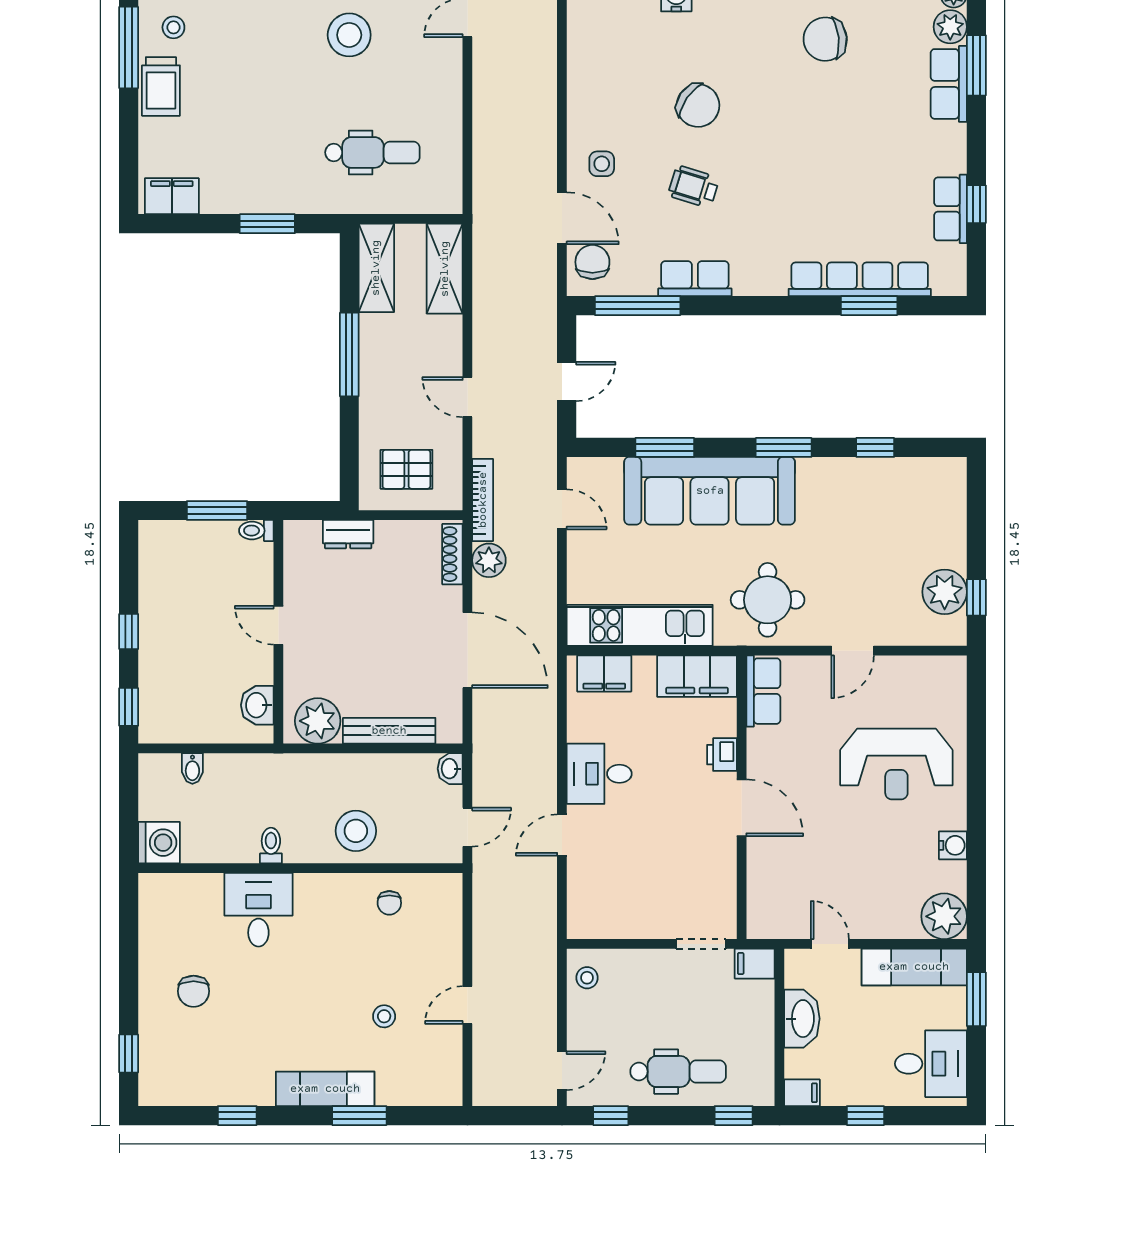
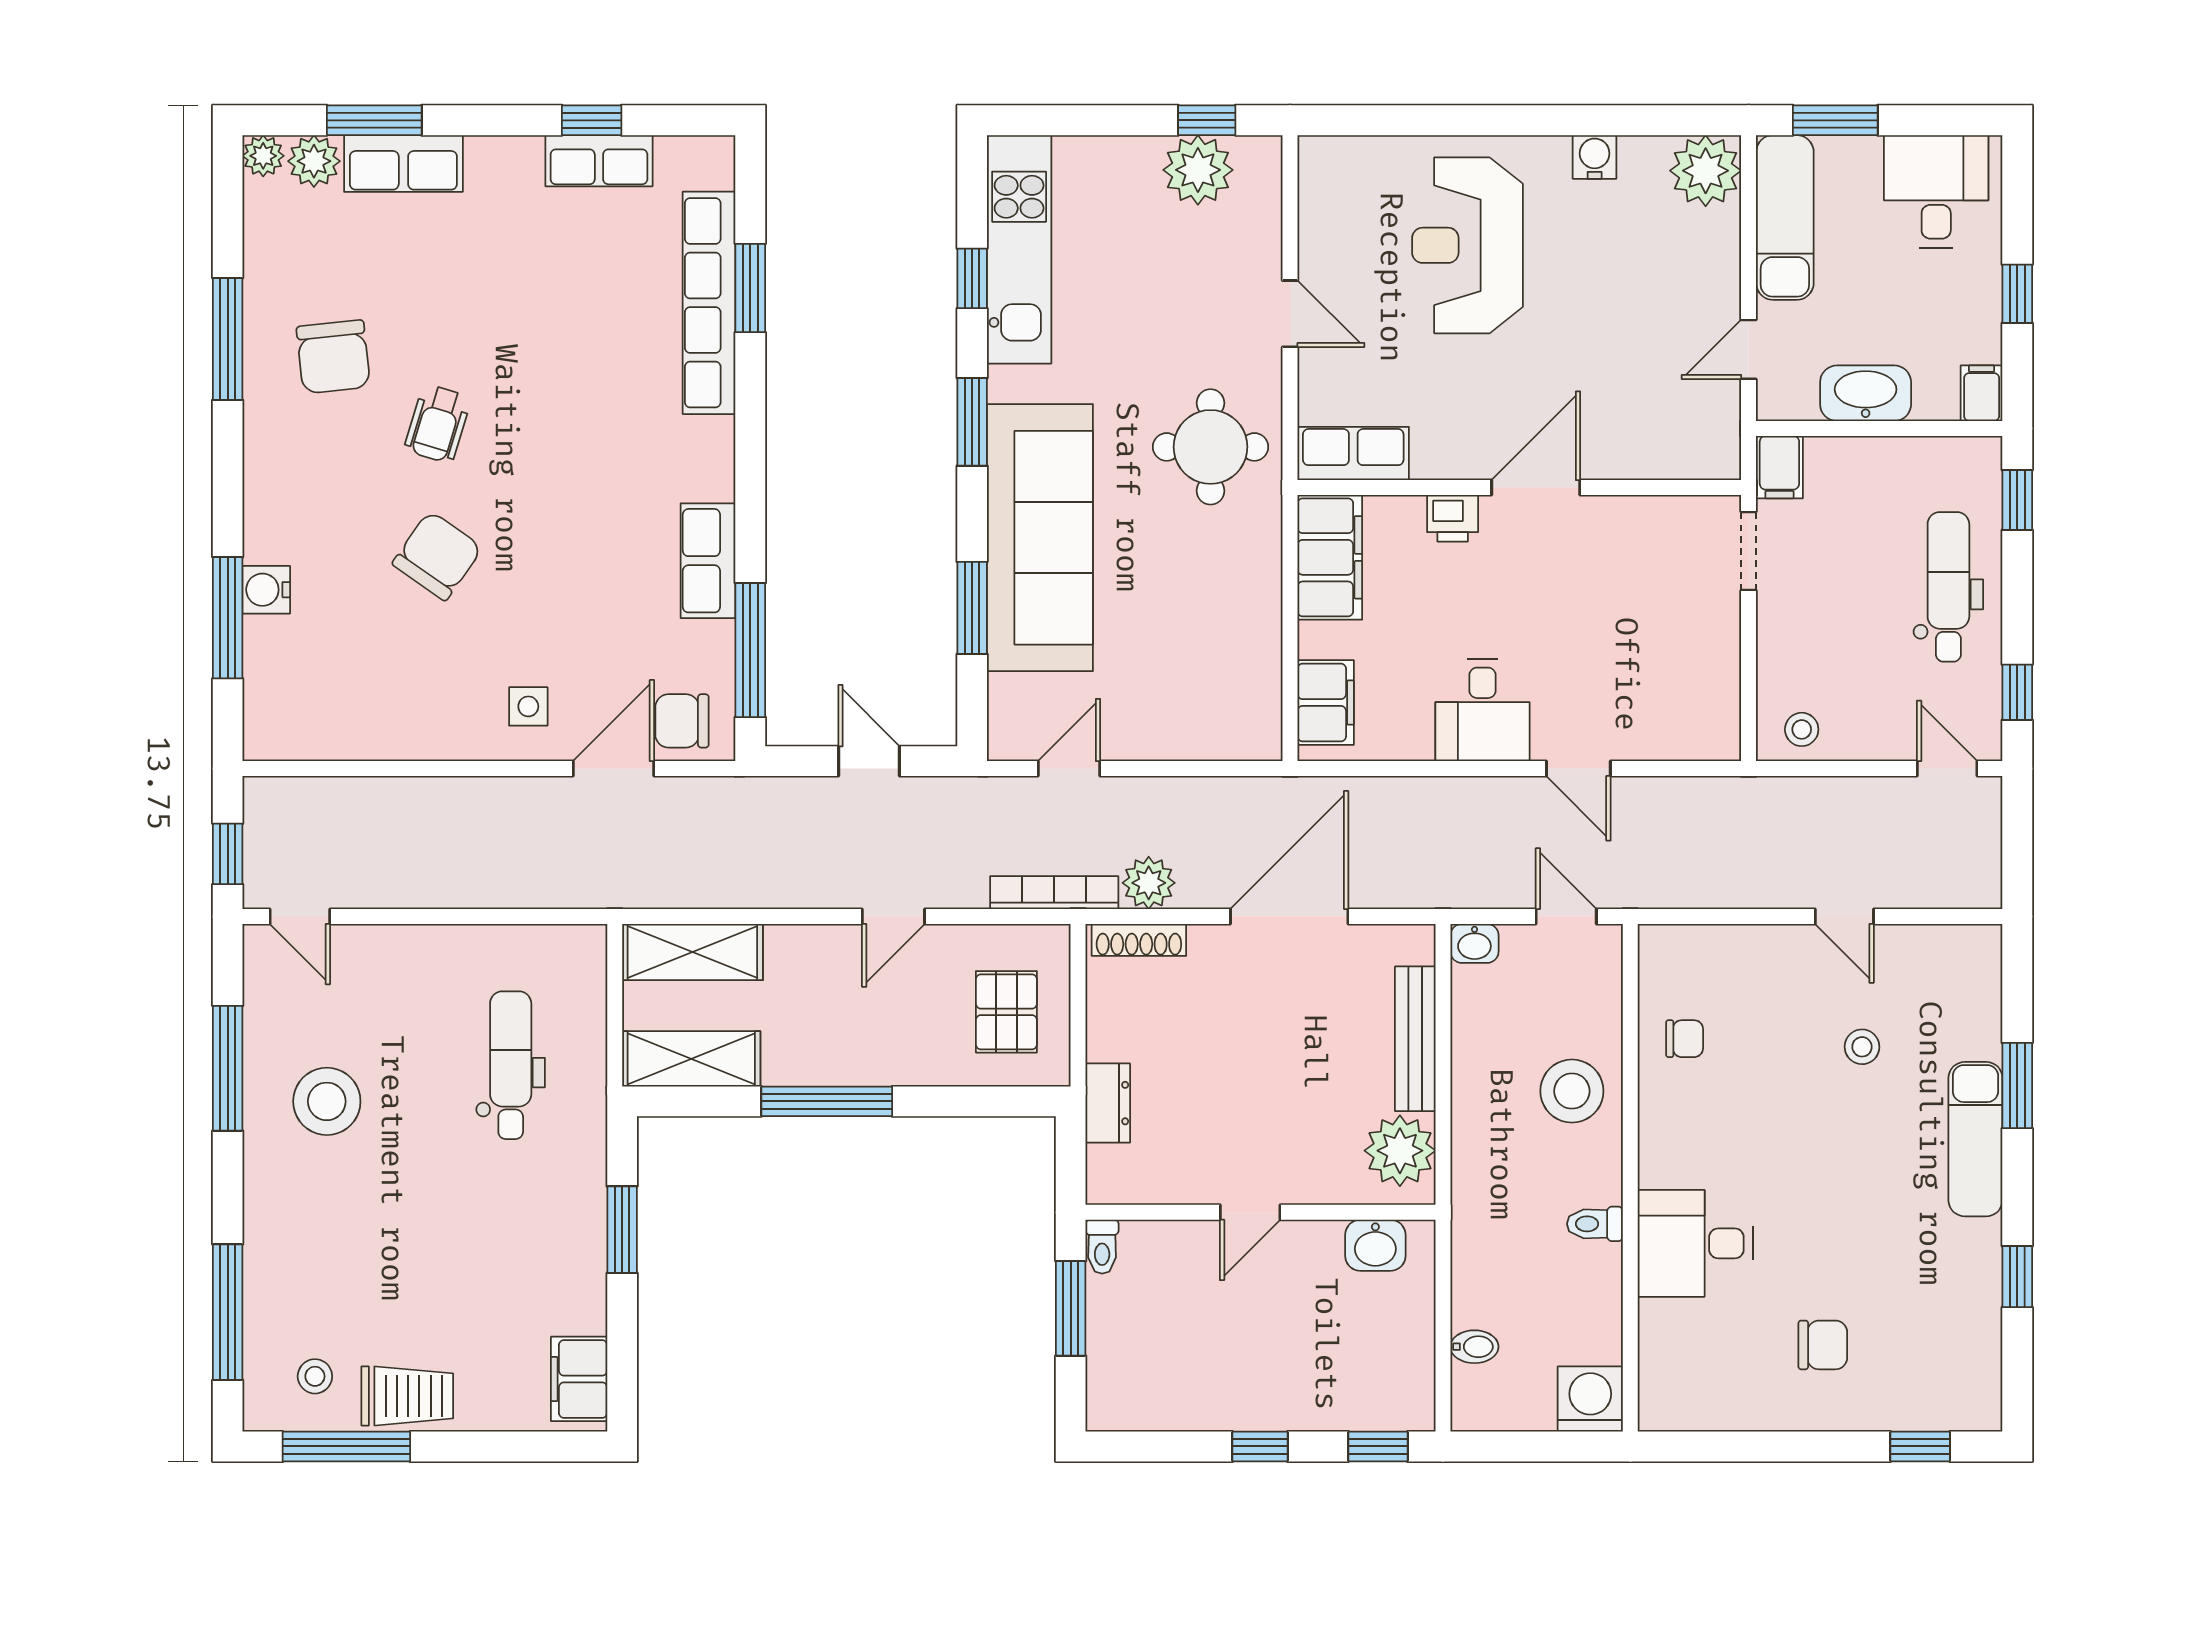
wheelchair: (694, 187) -> (438, 424), moved
kitchen unit: (640, 625) -> (1019, 249), moved, turned 180
reception desk: (896, 764) -> (1467, 245), turned 180

